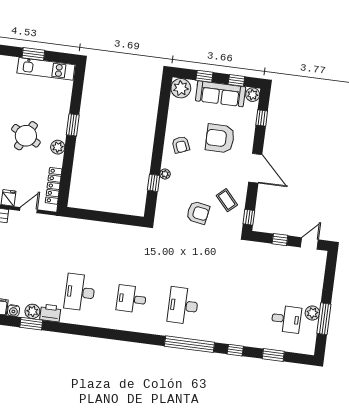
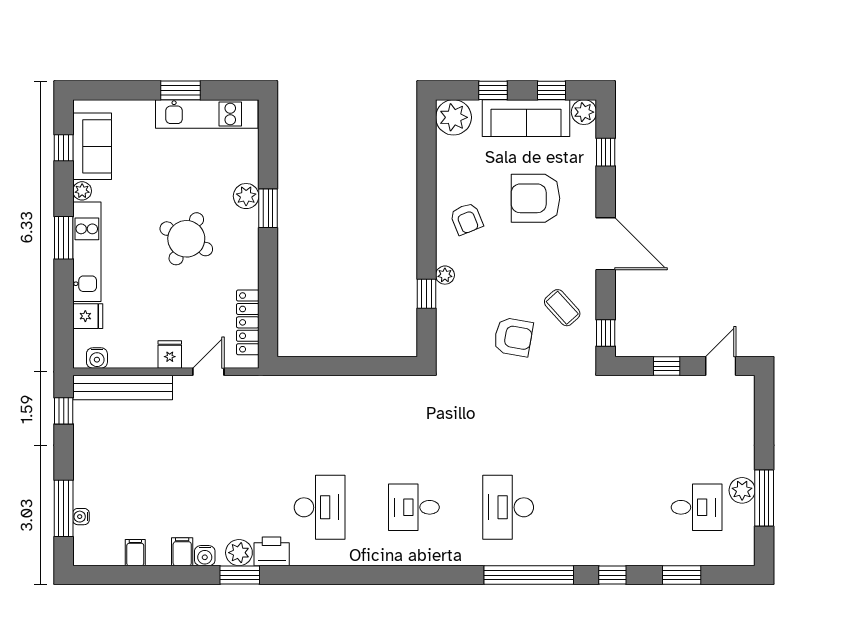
plant: (58, 147) -> (246, 196), moved
desk: (80, 292) -> (320, 507), turned 180

